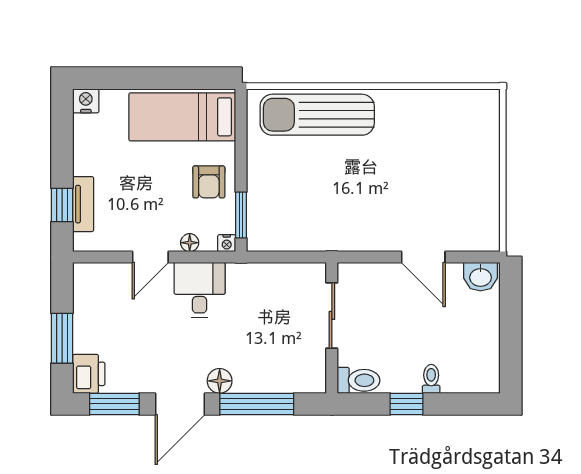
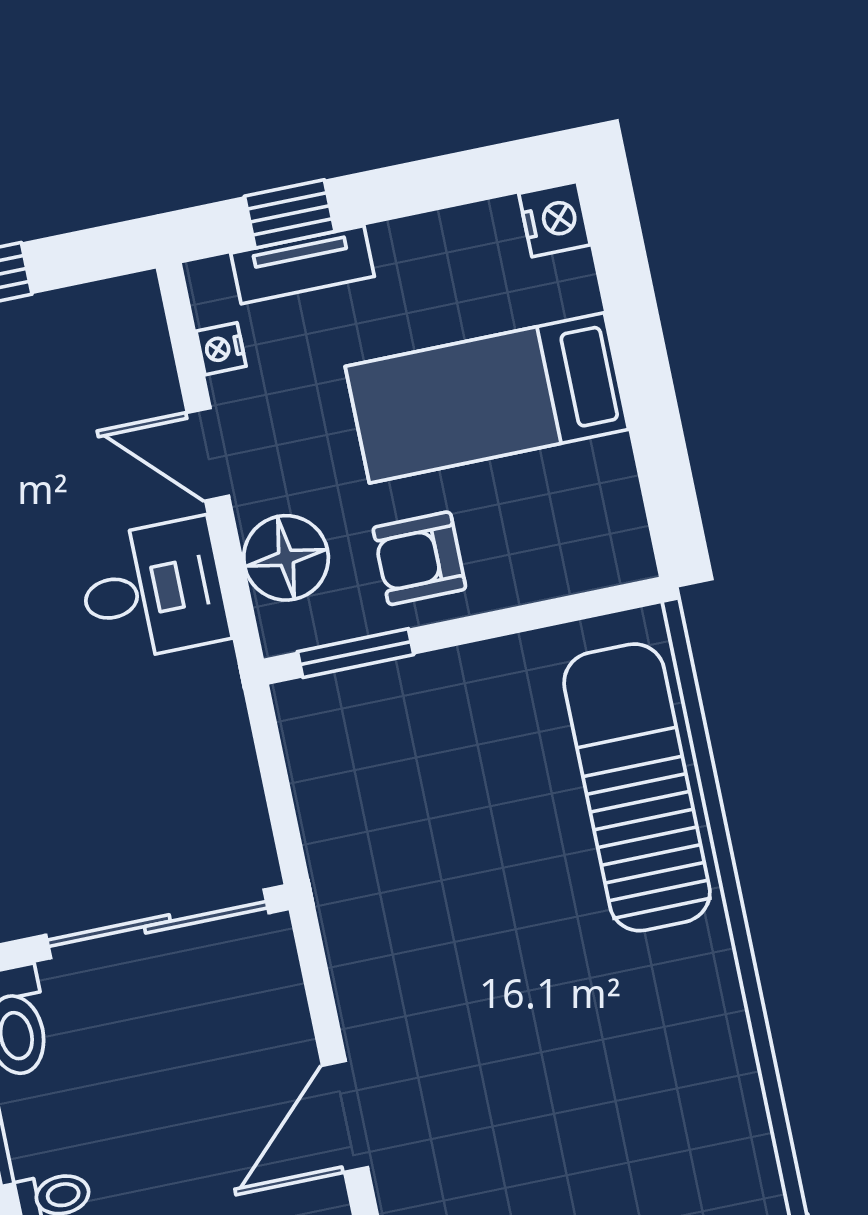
bed: (182, 117) -> (487, 398), moved, turned -90
floor lamp: (190, 243) -> (286, 558), width x1.89, depth x1.89
nightstand: (227, 243) -> (221, 349), moved
sliding door: (332, 315) -> (157, 924), width x1.37

